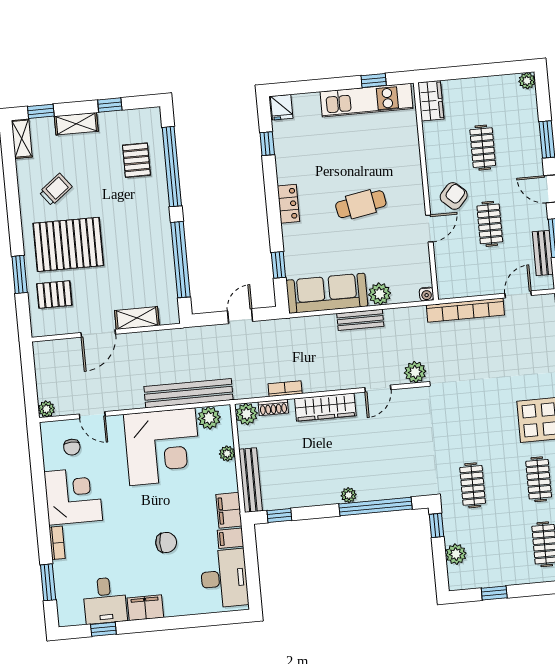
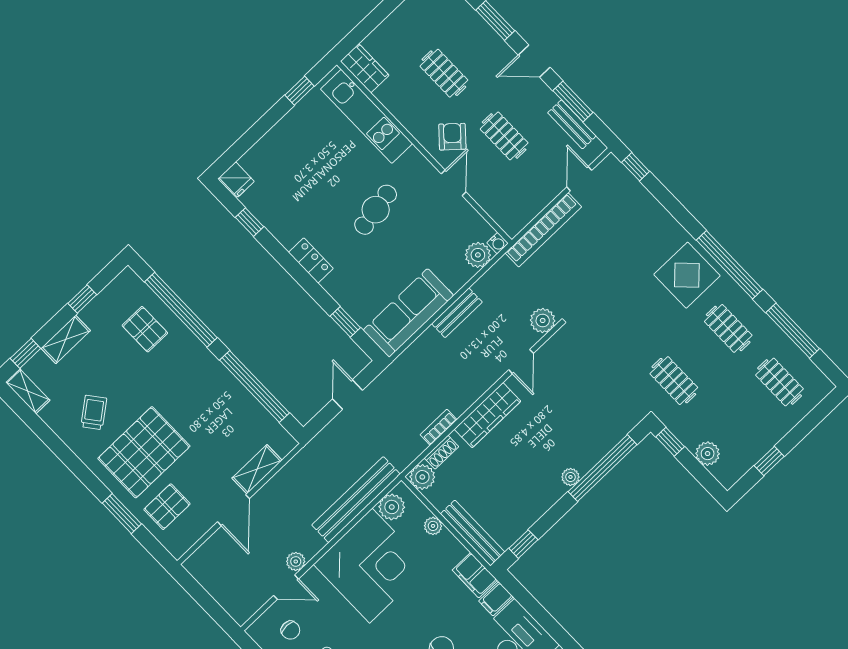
kitchen unit: (367, 100) -> (367, 116), moved, turned 90
plant: (380, 294) -> (478, 255), moved
plant: (46, 409) -> (296, 561), moved

